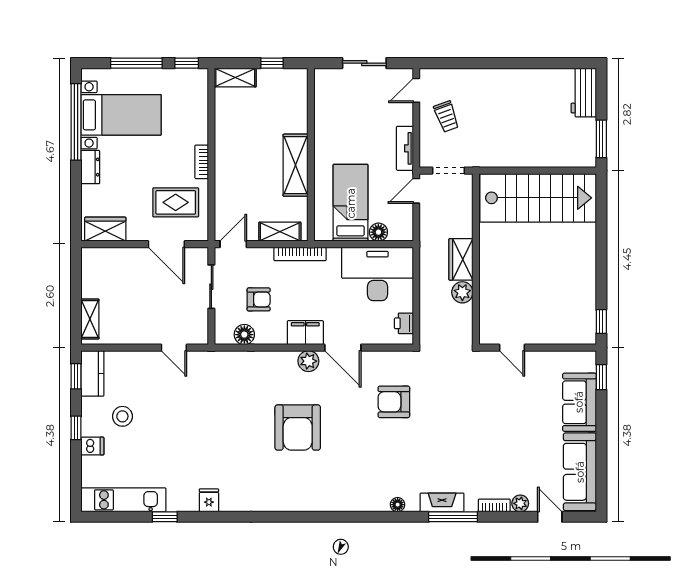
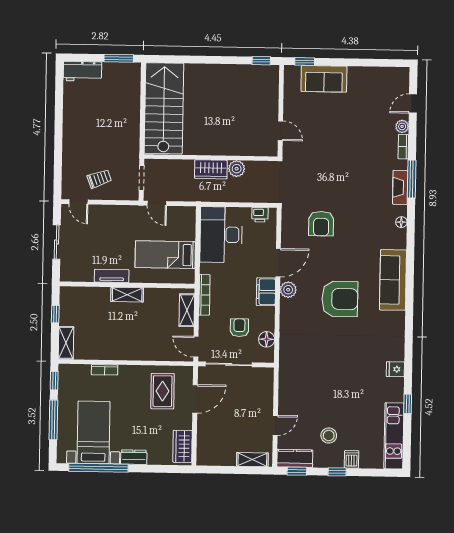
tv unit: (405, 148) -> (112, 276), moved, turned 180
bookcase: (202, 162) -> (105, 370), moved
shelving: (295, 165) -> (127, 295), width x0.67, depth x0.75
floor lamp: (378, 232) -> (189, 233), removed
sliding door: (211, 287) -> (229, 364), width x1.37
door: (174, 348) -> (275, 425), moved
door: (512, 348) -> (280, 131), hinge flipped
sofa: (580, 472) -> (393, 280), moved, turned 90

